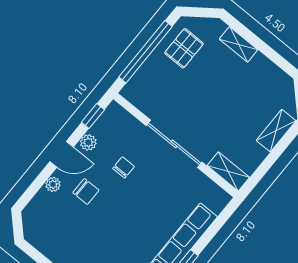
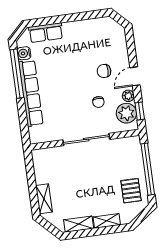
shelving: (228, 171) -> (79, 224), moved
plant: (53, 184) -> (126, 113), moved, width x1.88, depth x1.88

